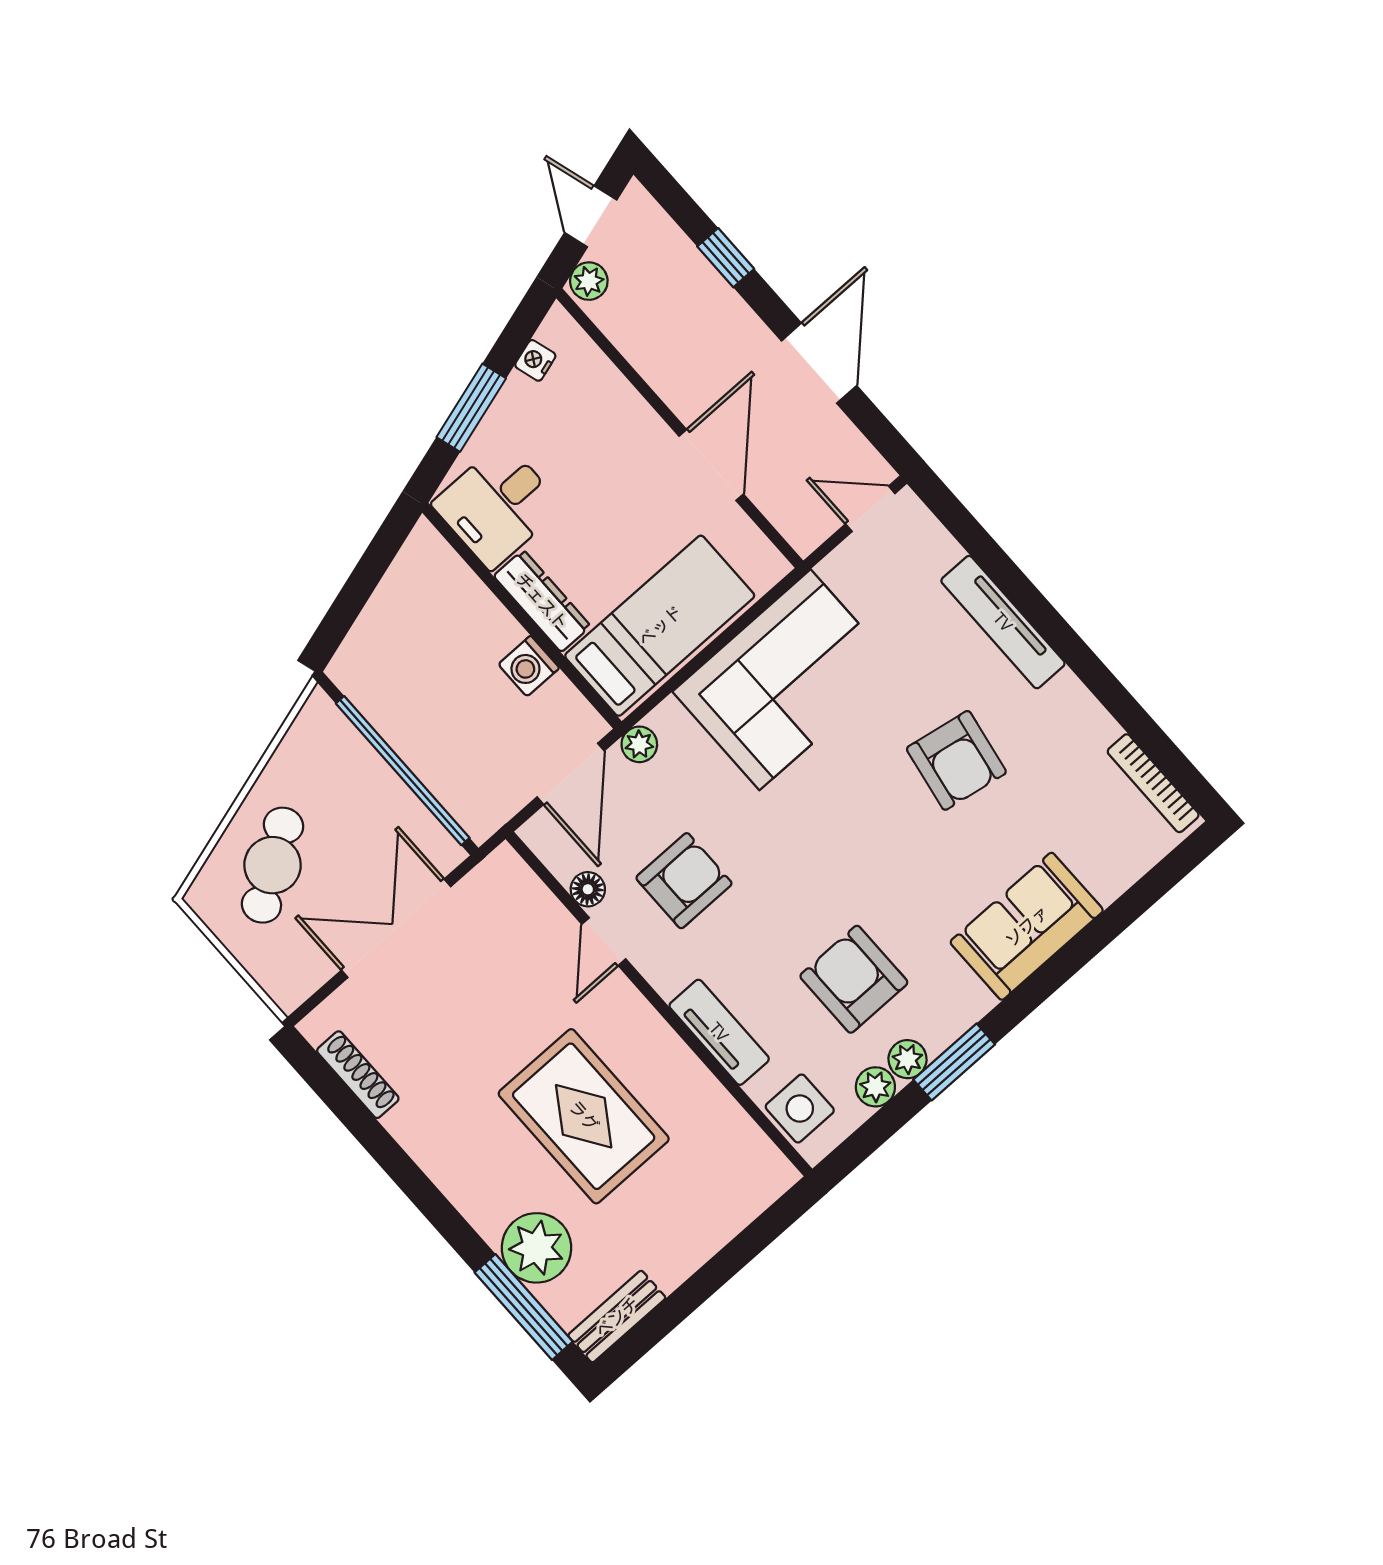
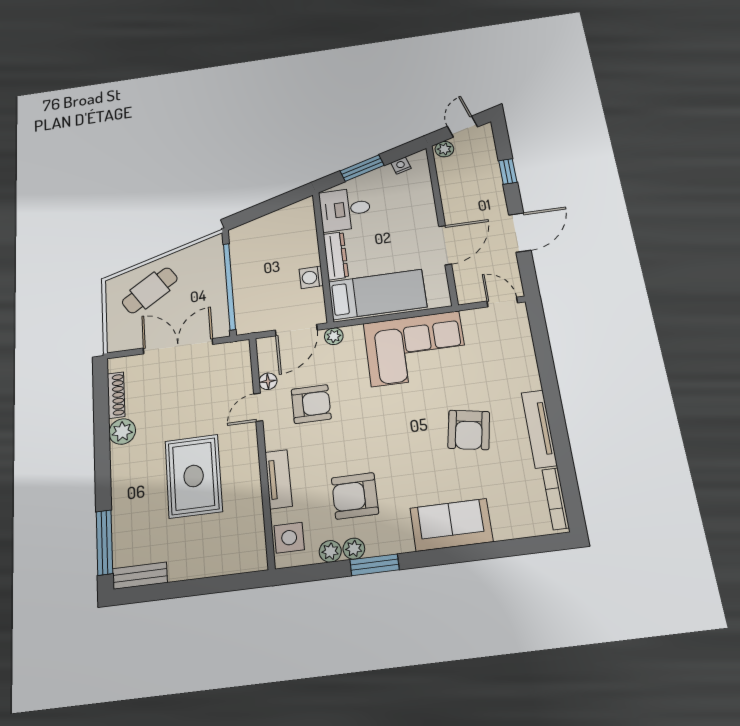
tv unit: (1003, 622) -> (539, 429), moved
armchair: (854, 979) -> (355, 496), turned -90
plant: (537, 1248) -> (122, 432), moved, width x0.73, depth x0.73

